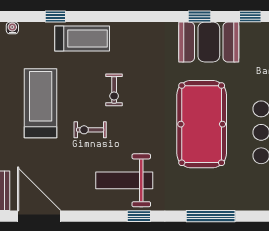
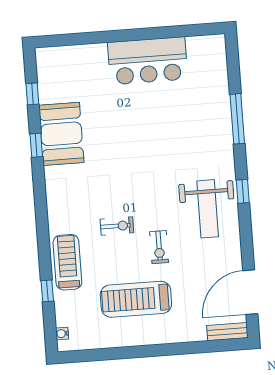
pool table: (202, 124) -> (145, 135), removed

